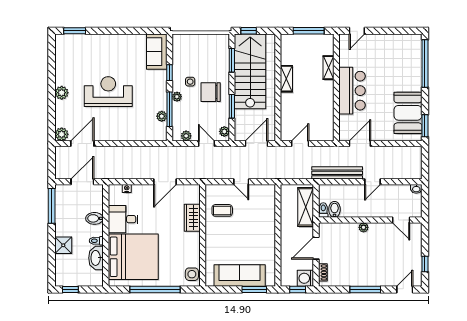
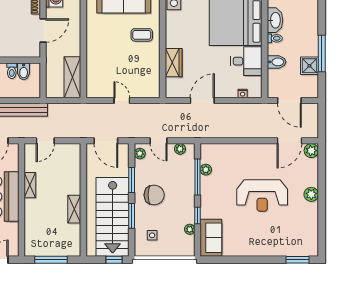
window: (232, 60) -> (132, 216), moved
shelving: (328, 68) -> (30, 185), moved
side table: (190, 82) -> (152, 235), moved
plant: (177, 97) -> (190, 229), moved
door: (256, 144) -> (106, 141), hinge flipped
door: (300, 144) -> (45, 141), moved
door: (82, 182) -> (289, 100), hinge flipped
window: (52, 206) -> (322, 53), moved
shelving: (306, 207) -> (72, 77), moved
coffee table: (222, 210) -> (142, 35), moved
toilet: (323, 210) -> (12, 71), moved
shower: (63, 245) -> (309, 66), moved

